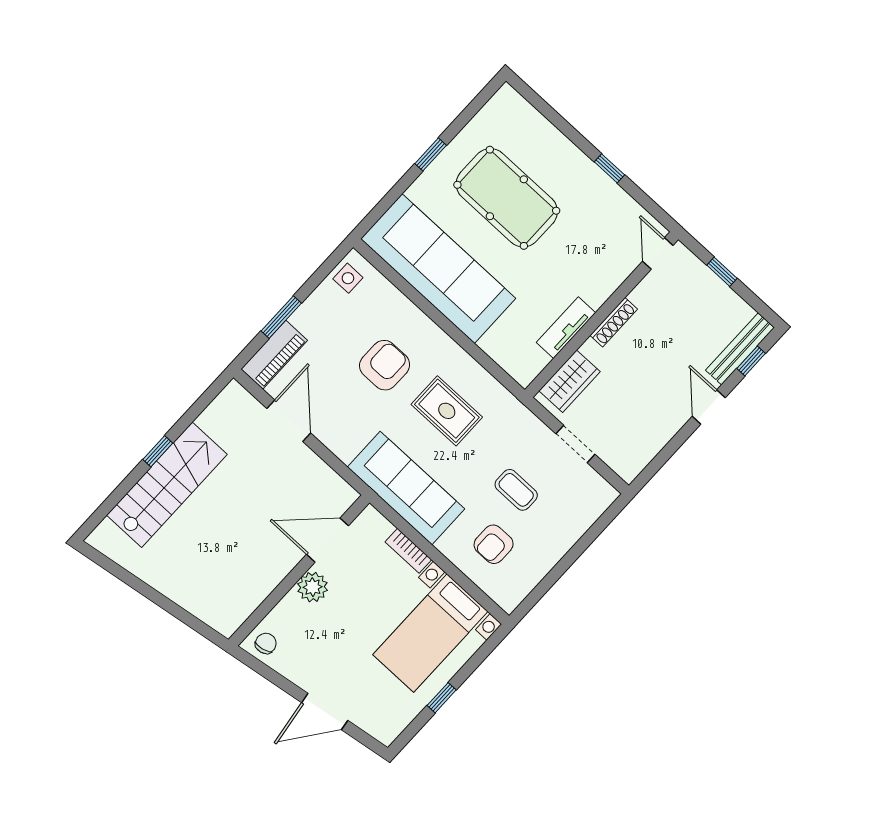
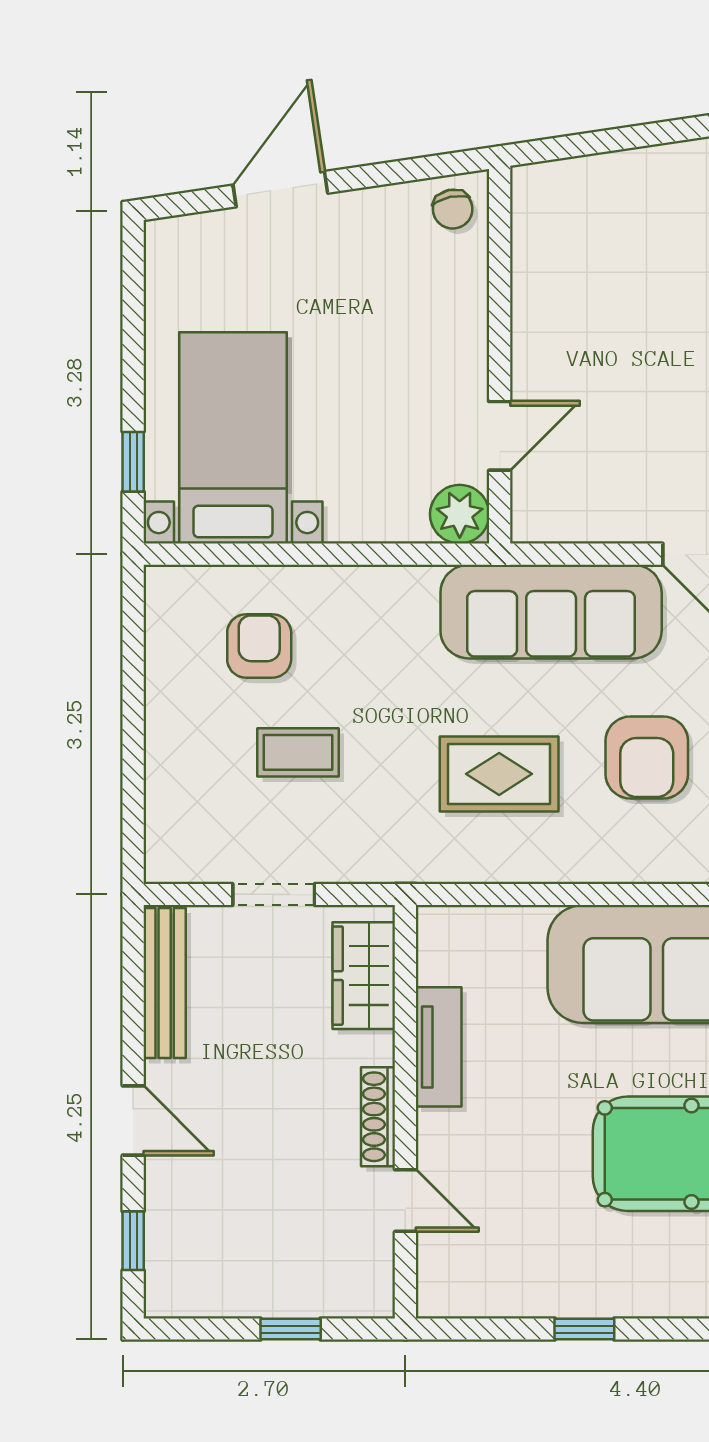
door: (658, 253) -> (405, 1201), moved
bench: (740, 349) -> (165, 983), moved
sofa: (406, 488) -> (551, 612), moved
door: (328, 540) -> (500, 436), width x0.73
bookcase: (408, 551) -> (371, 526), removed
plant: (313, 587) -> (460, 514), moved
window: (442, 698) -> (133, 462), moved

